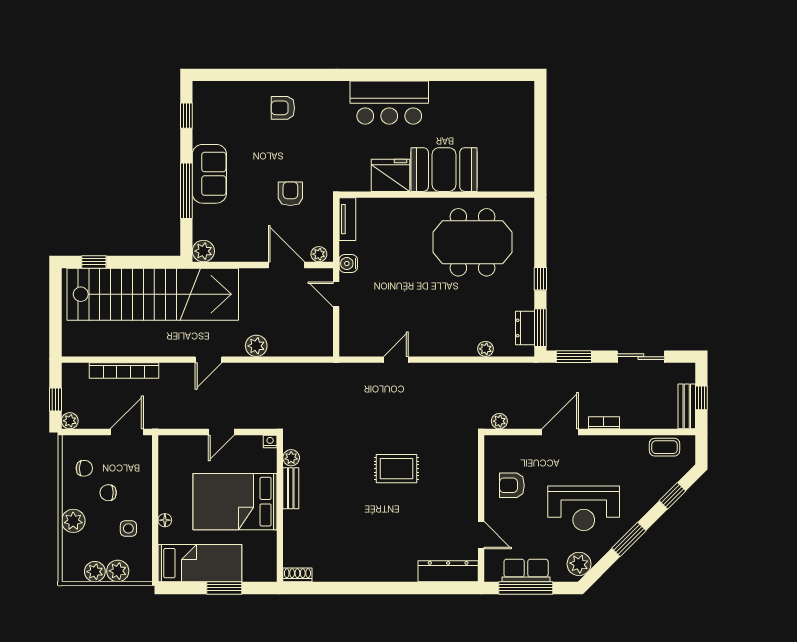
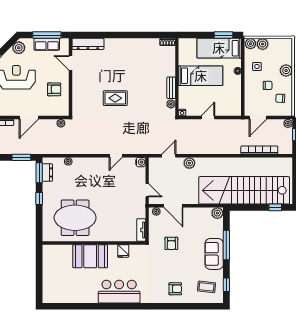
coffee table: (224, 111) -> (206, 287), added
fridge: (390, 175) -> (123, 251), width x0.53, depth x0.75
water cooler: (348, 264) -> (141, 162), moved
door: (209, 360) -> (169, 156), moved
bed: (235, 502) -> (201, 76), width x0.67
plant: (95, 572) -> (250, 44), moved
window: (224, 588) -> (223, 35), moved

